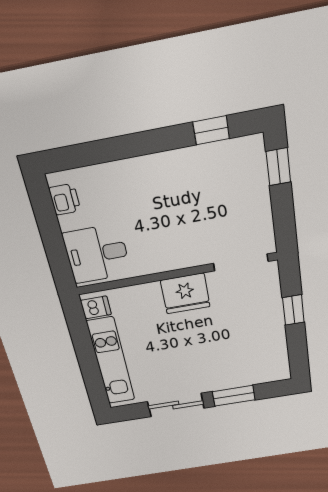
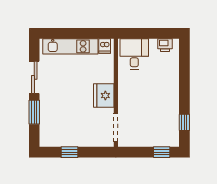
window: (293, 310) -> (70, 152), moved

